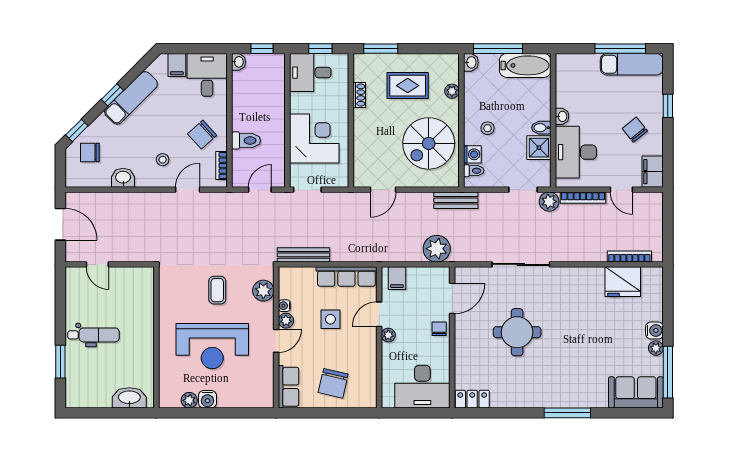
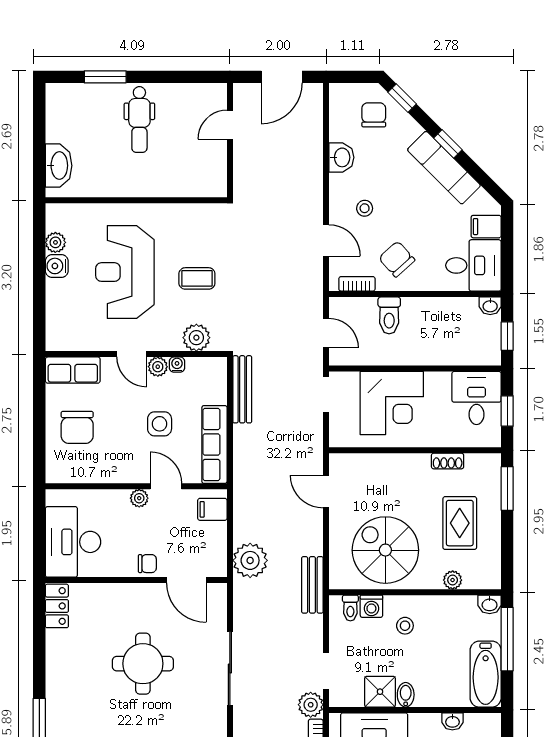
washbasin: (562, 116) -> (452, 721), moved
chair: (333, 383) -> (77, 427), turned -103

